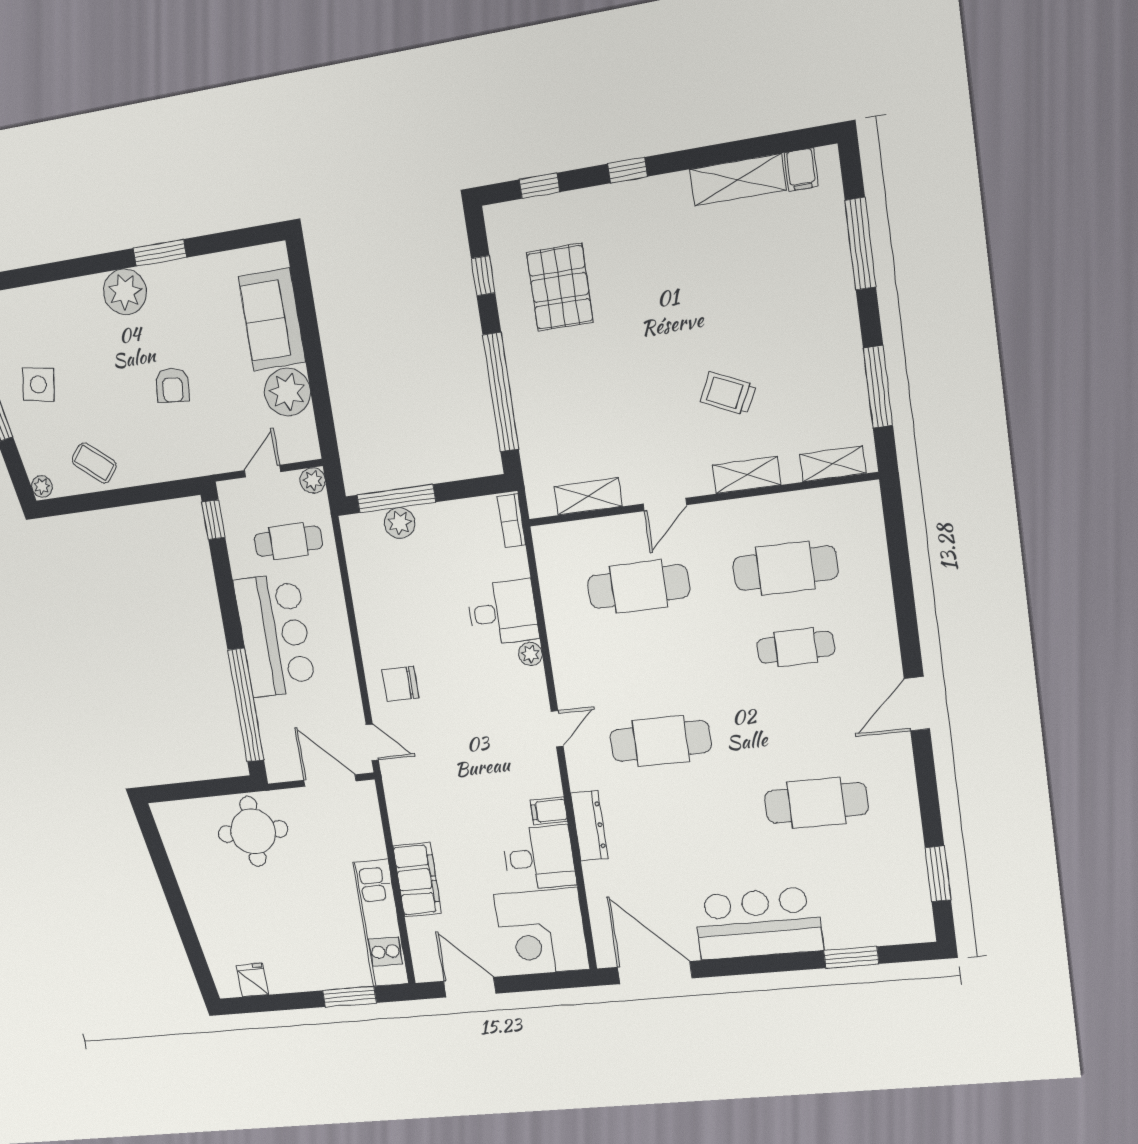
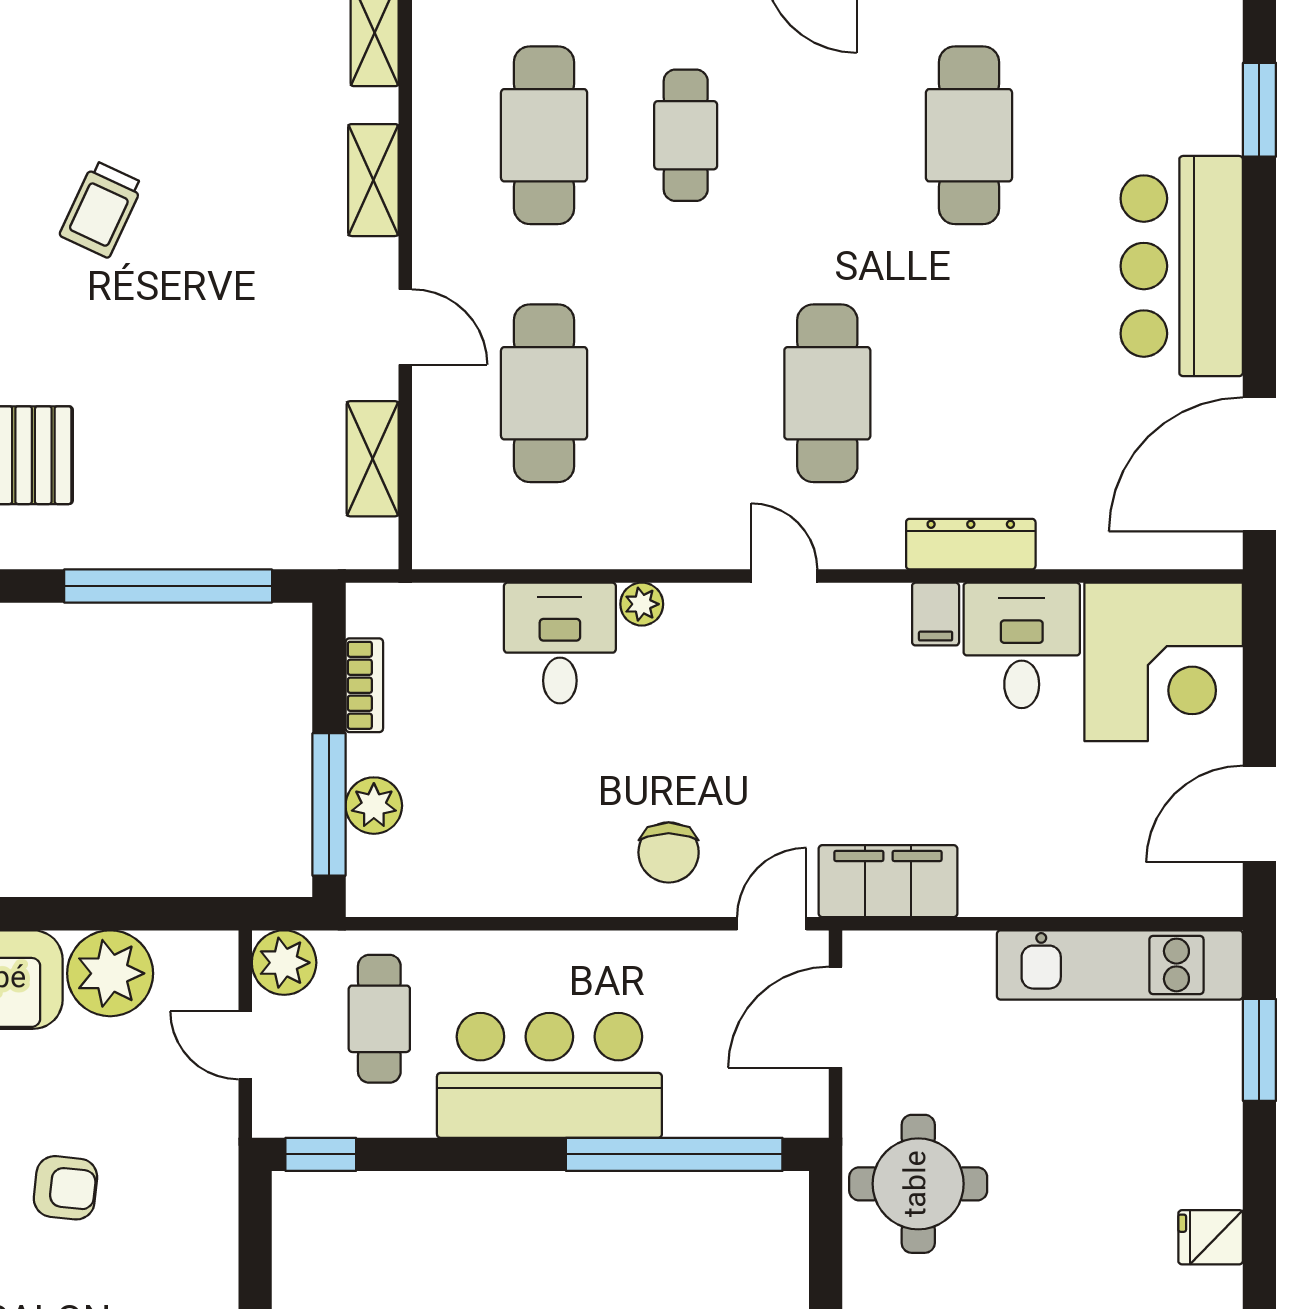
trolley: (728, 394) -> (101, 209), moved
plant: (313, 480) -> (284, 963), width x1.38, depth x1.38
bookcase: (512, 521) -> (364, 685), moved, turned -90
filing cabinet: (417, 880) -> (888, 881), moved

